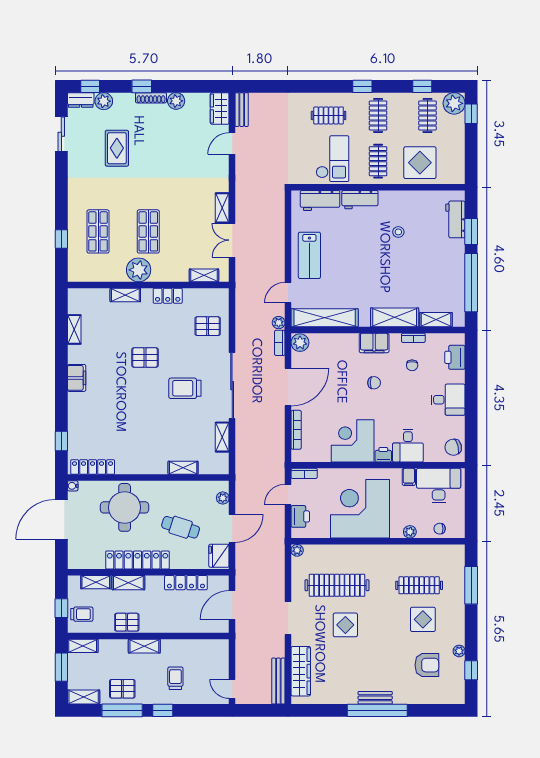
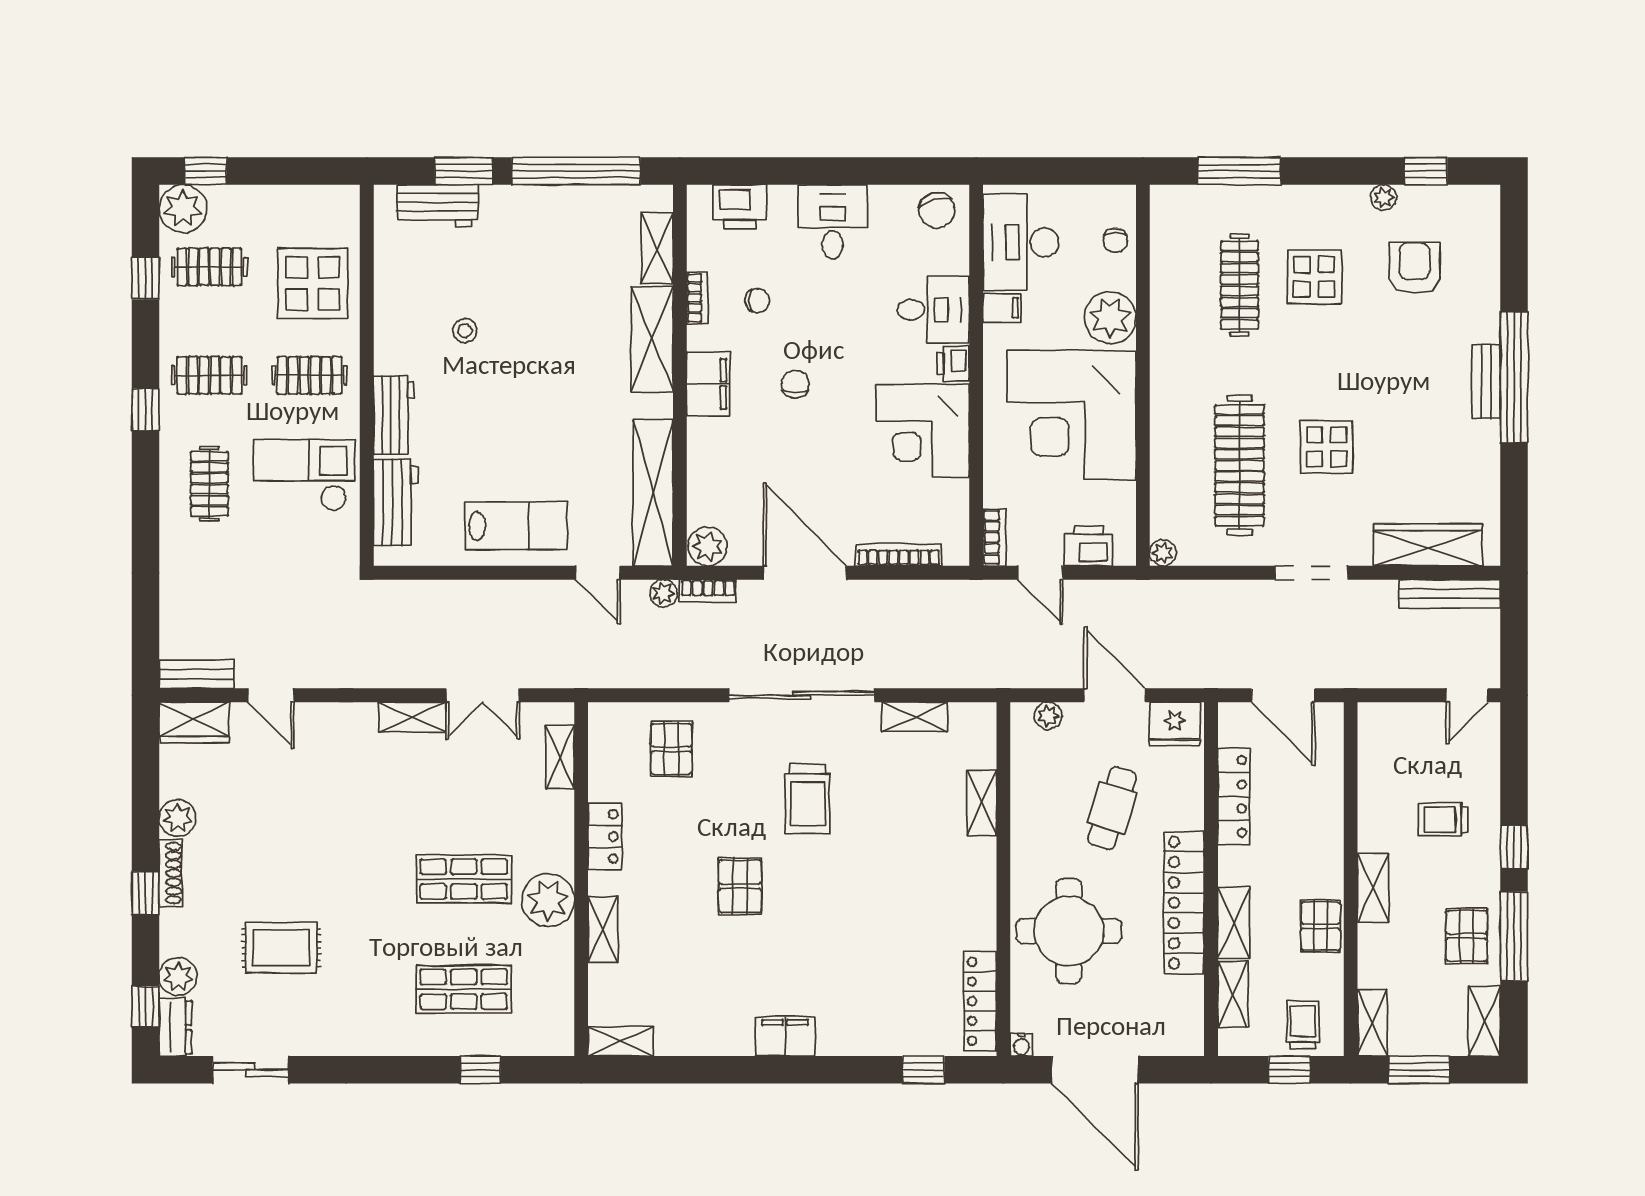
shelving: (74, 329) -> (621, 1041), moved
plant: (410, 532) -> (1110, 318), width x1.88, depth x1.88

